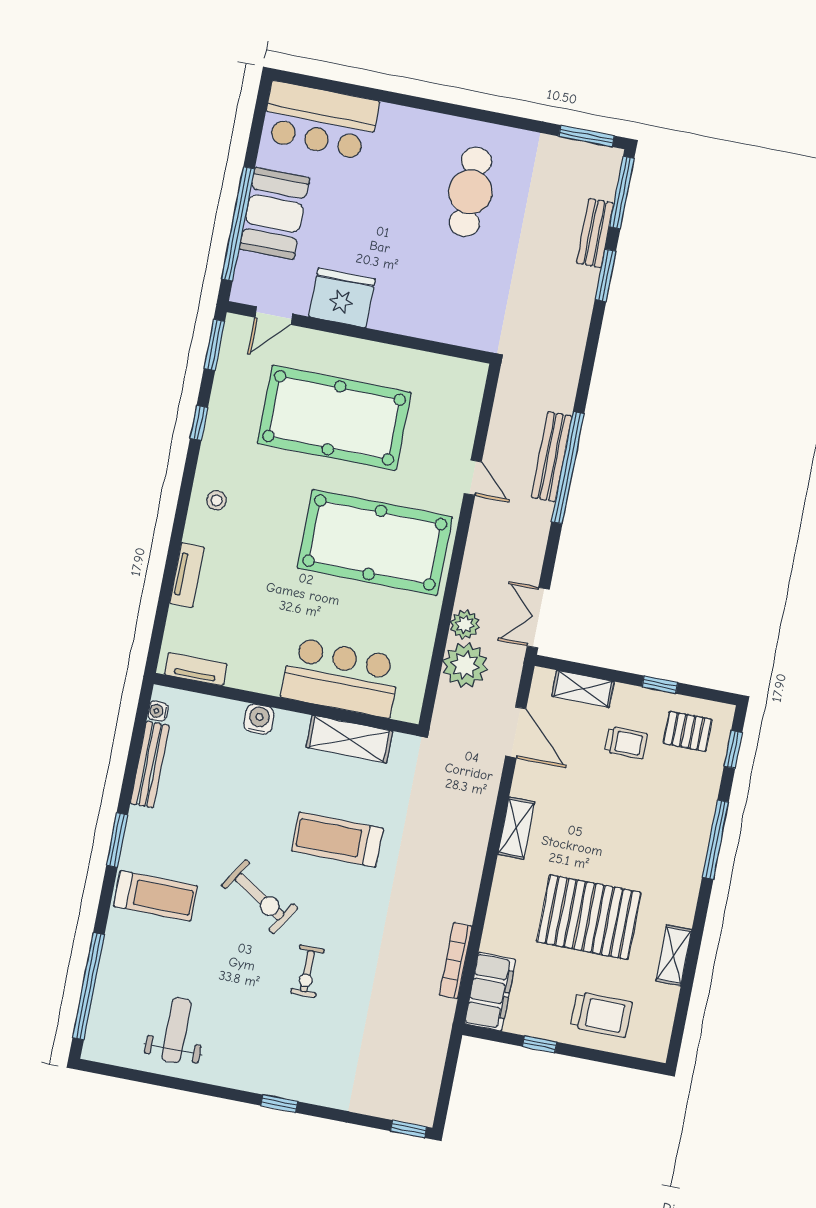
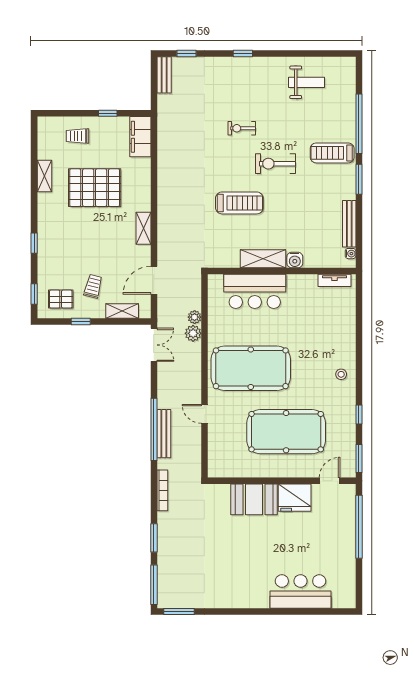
bar counter: (320, 121) -> (301, 592), moved
cafe table: (470, 192) -> (236, 569), removed
booth: (274, 213) -> (254, 499), moved, turned 90
bench: (595, 233) -> (164, 75), moved
tv unit: (187, 575) -> (349, 331), removed
plant: (465, 665) -> (195, 317), width x0.53, depth x0.53
door: (516, 732) -> (154, 280), hinge flipped
shelving: (349, 739) -> (263, 259), moved
trolley: (626, 743) -> (93, 286), turned 104
window: (715, 840) -> (34, 243), width x0.46
exercise bike: (260, 897) -> (275, 164), turned -32
bookcase: (455, 961) -> (162, 490), moved
exercise bike: (307, 971) -> (242, 128), turned -90
window: (88, 986) -> (359, 124), moved
trolley: (601, 1015) -> (78, 136), width x0.73, depth x0.72
weight bench: (176, 1030) -> (307, 82), turned -90
window: (409, 1129) -> (186, 53), moved

